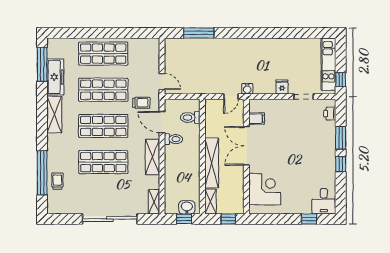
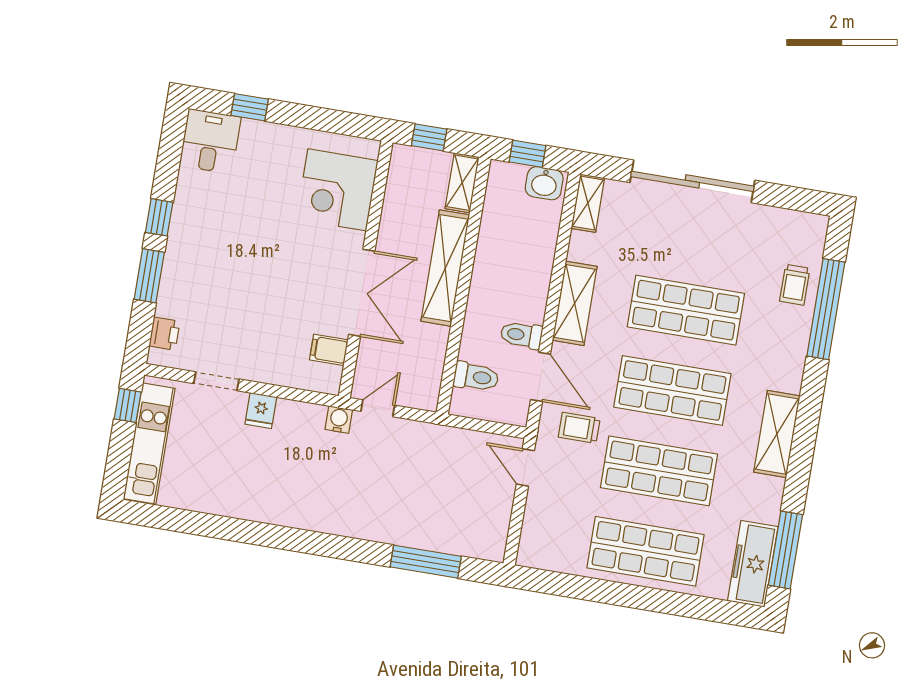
freezer: (55, 77) -> (753, 564), moved
washbasin: (187, 207) -> (544, 183), moved

